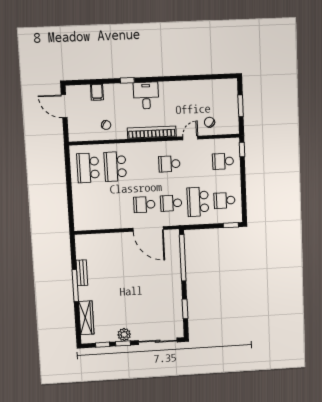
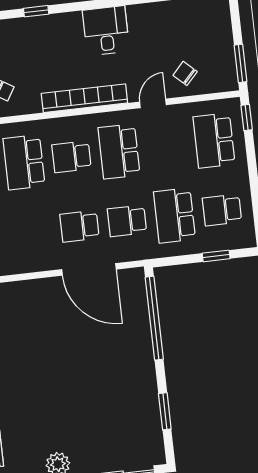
desk: (146, 95) -> (106, 31), moved
window: (241, 106) -> (240, 63), moved
school desk: (223, 161) -> (214, 141), width x1.85
school desk: (169, 164) -> (119, 151), width x1.85
school desk: (142, 165) -> (72, 157), added
window: (231, 225) -> (216, 256), moved

